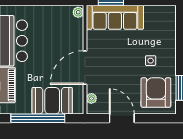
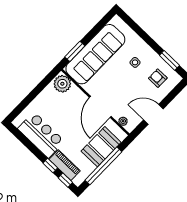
plant: (78, 12) -> (62, 84), width x1.87, depth x1.87
sofa: (115, 17) -> (95, 54), width x1.36, depth x1.27
armchair: (156, 93) -> (158, 78), width x0.53, depth x0.53

